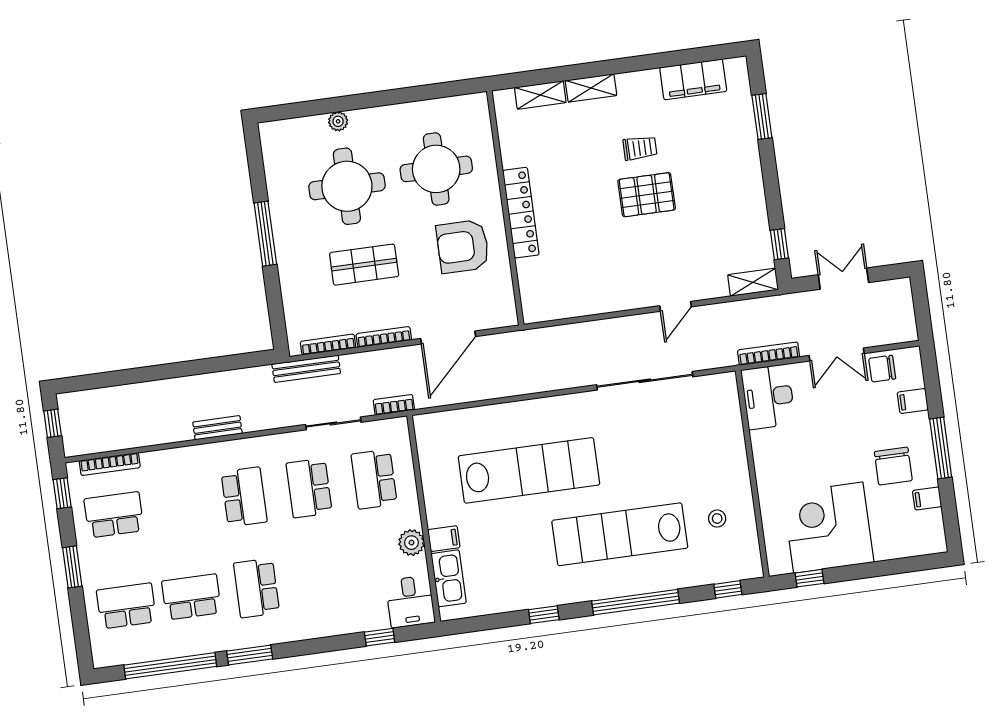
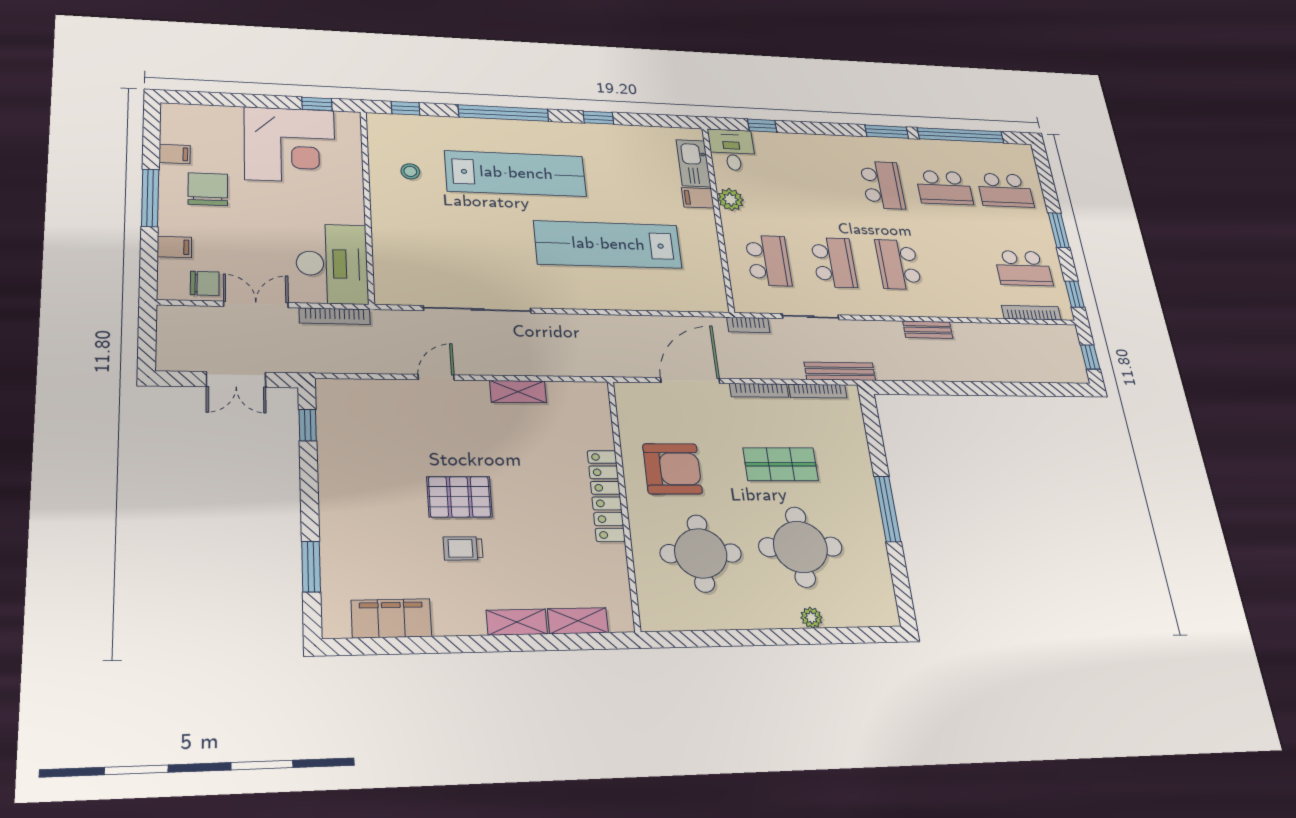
shelving: (753, 282) -> (518, 392), moved
desk: (768, 397) -> (332, 264), width x1.36, depth x1.30

